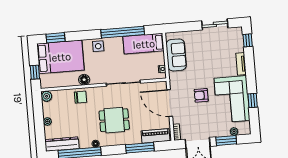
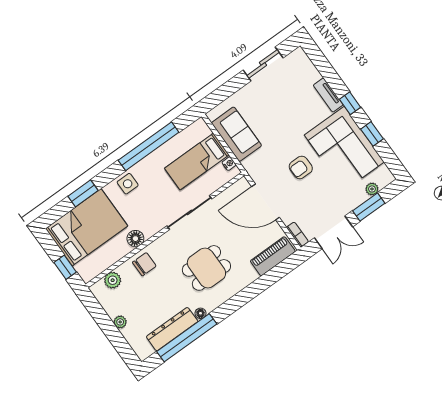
window: (56, 38) -> (83, 193), moved
window: (248, 40) -> (350, 103), moved
bed: (144, 44) -> (197, 162), moved
plant: (47, 96) -> (113, 280), moved
dresser: (62, 144) -> (172, 329), moved
window: (140, 148) -> (262, 284), removed

